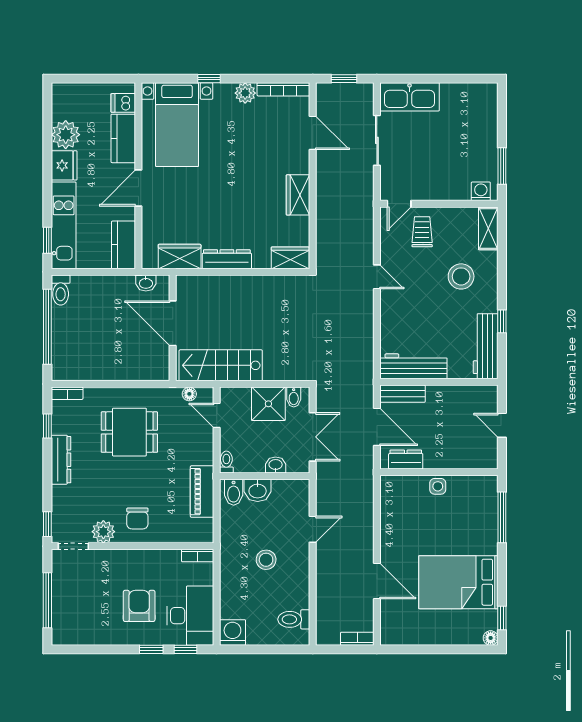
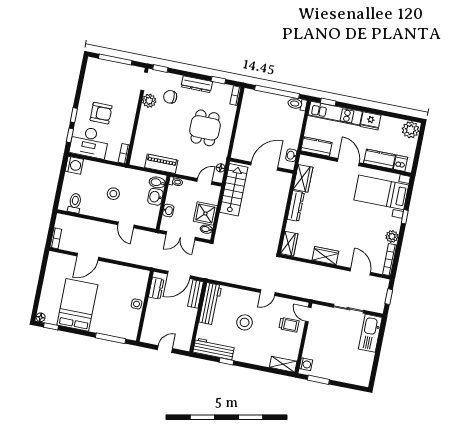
door: (313, 133) -> (360, 272), swing flipped
plant: (66, 135) -> (411, 130), moved
stool: (461, 276) -> (245, 322), moved
chair: (137, 518) -> (170, 97), moved

